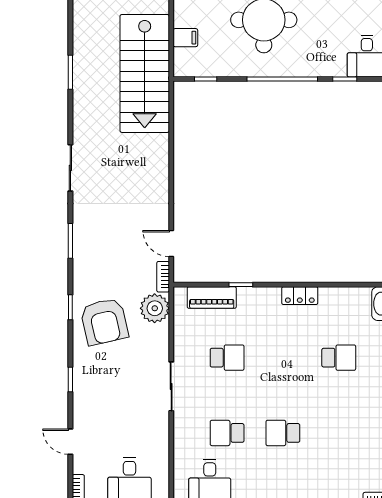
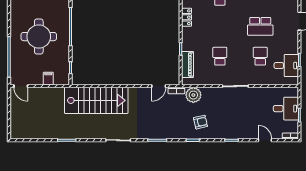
stairs: (145, 73) -> (96, 100), moved
armchair: (104, 322) -> (200, 122), width x0.53, depth x0.53
school desk: (227, 433) -> (260, 56), turned 180
school desk: (283, 433) -> (260, 26), width x1.85
door: (70, 442) -> (265, 140), swing flipped

